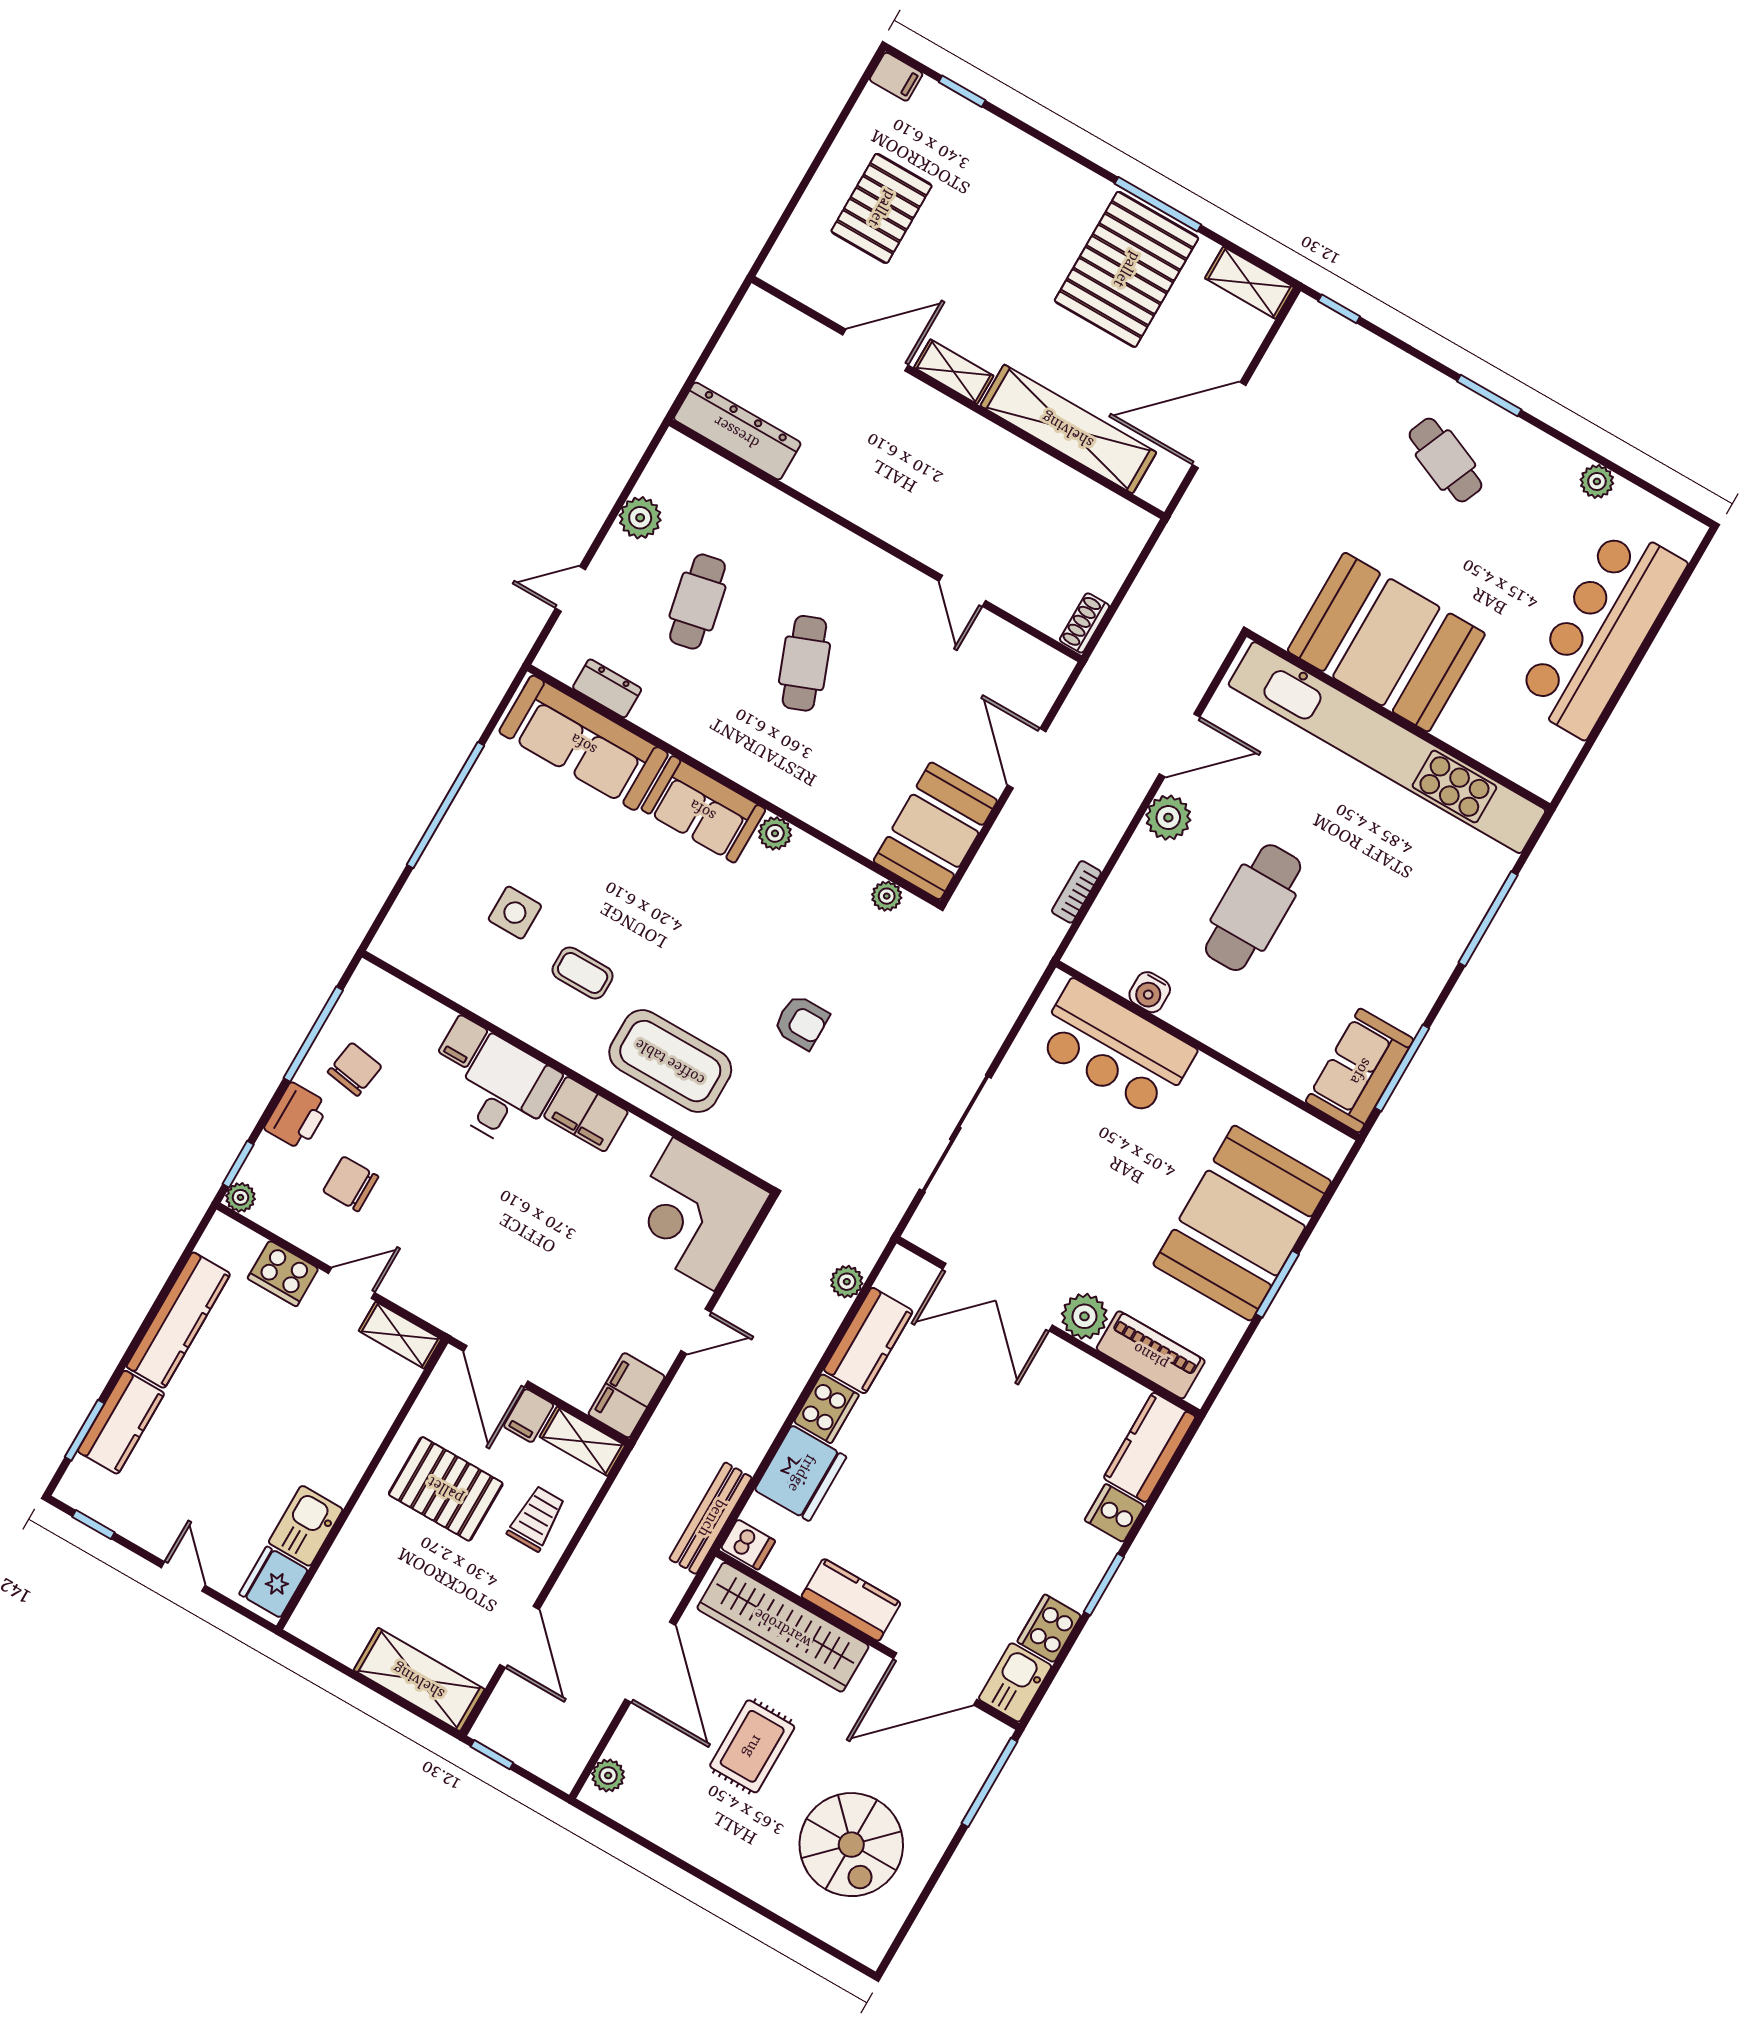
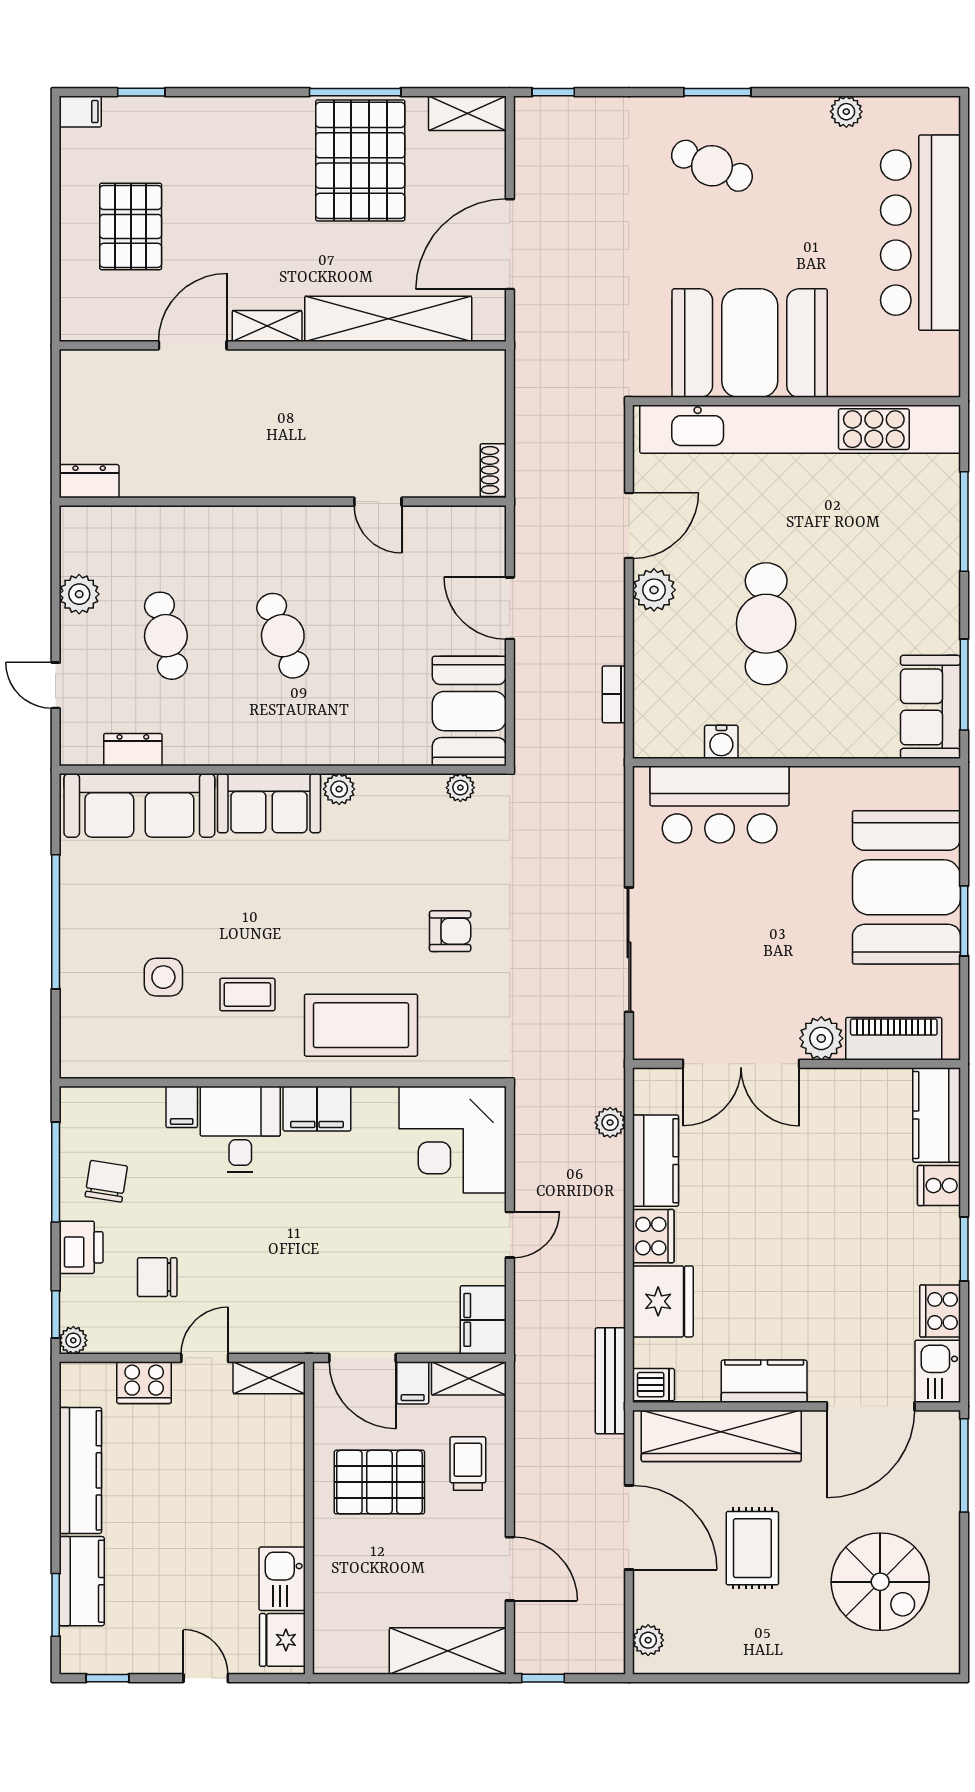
dresser: (737, 431) -> (89, 481), width x0.51, depth x0.80
door: (570, 589) -> (56, 685), hinge flipped

